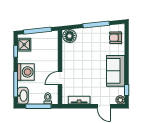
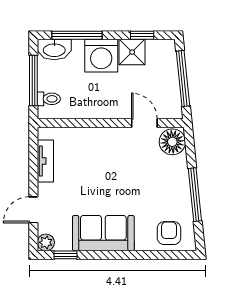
shower: (24, 45) -> (132, 52), moved
door: (60, 78) -> (144, 123), moved

